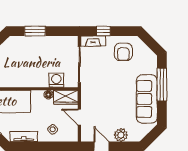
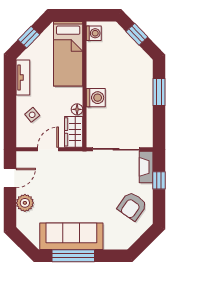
armchair: (123, 52) -> (132, 206), turned -55
washing machine: (56, 80) -> (96, 98), moved
window: (162, 85) -> (73, 256), moved

